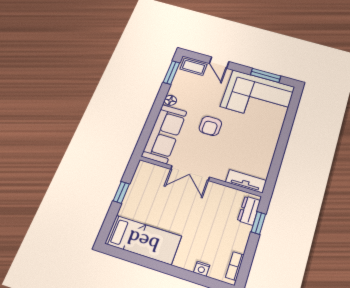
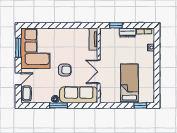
window: (171, 73) -> (59, 105), moved
double door: (190, 173) -> (99, 72), swing flipped
window: (121, 192) -> (140, 105), moved
dresser: (249, 211) -> (127, 32), moved
bed: (143, 240) -> (129, 83), moved

